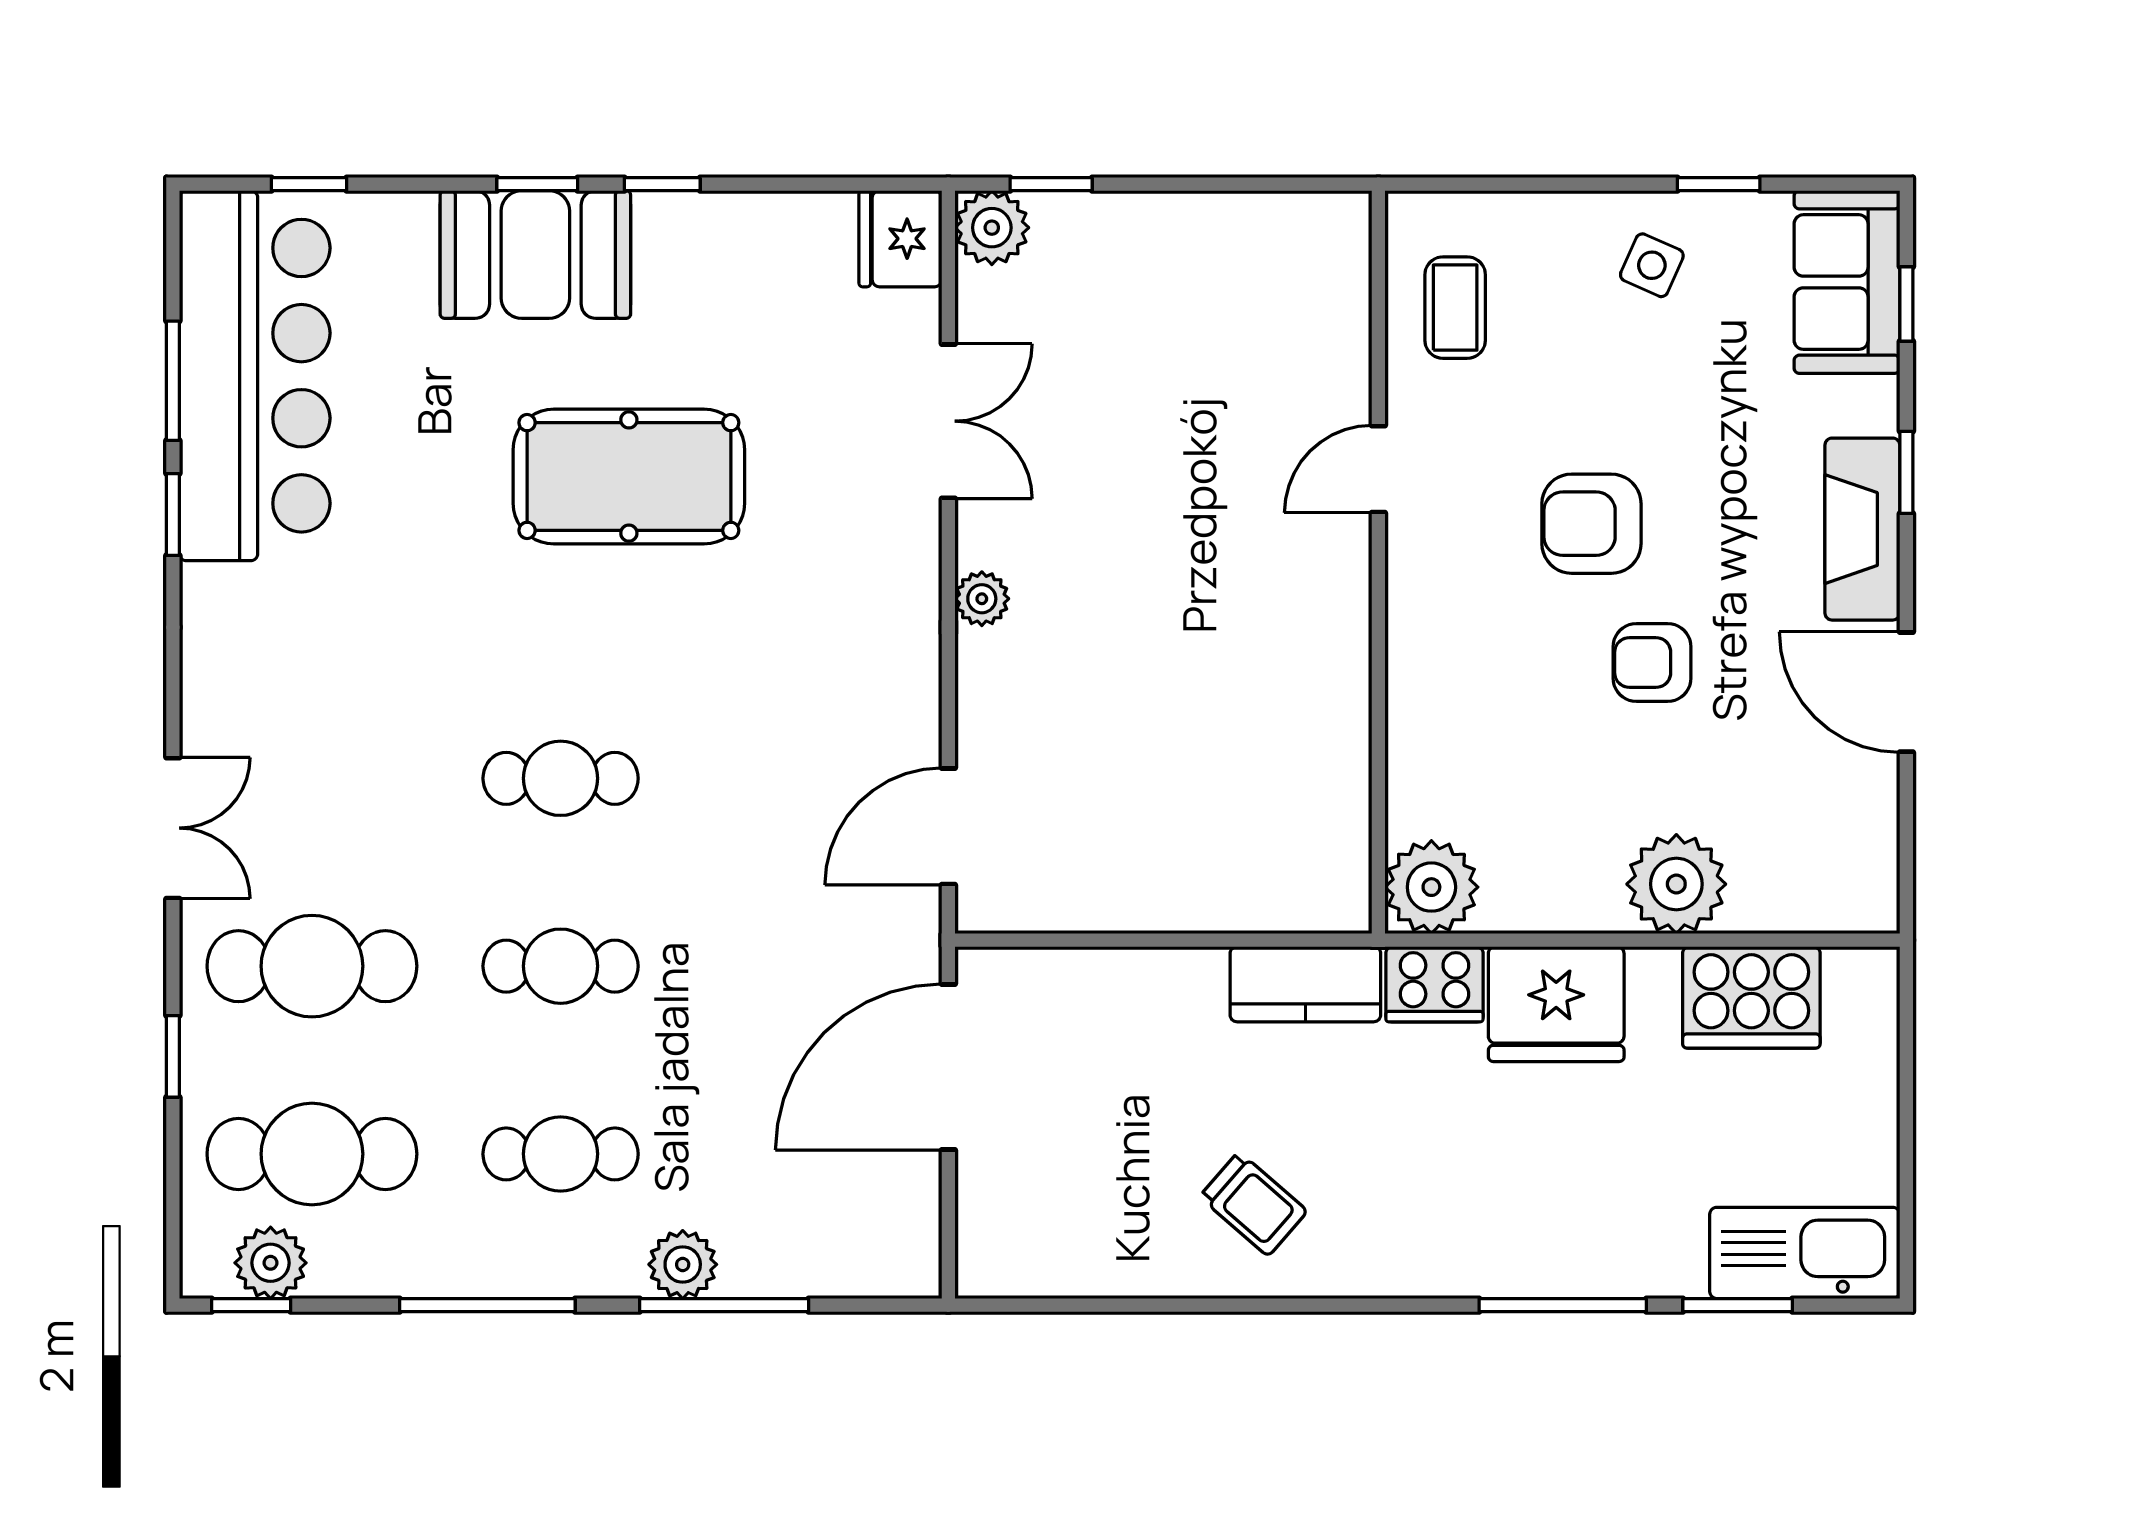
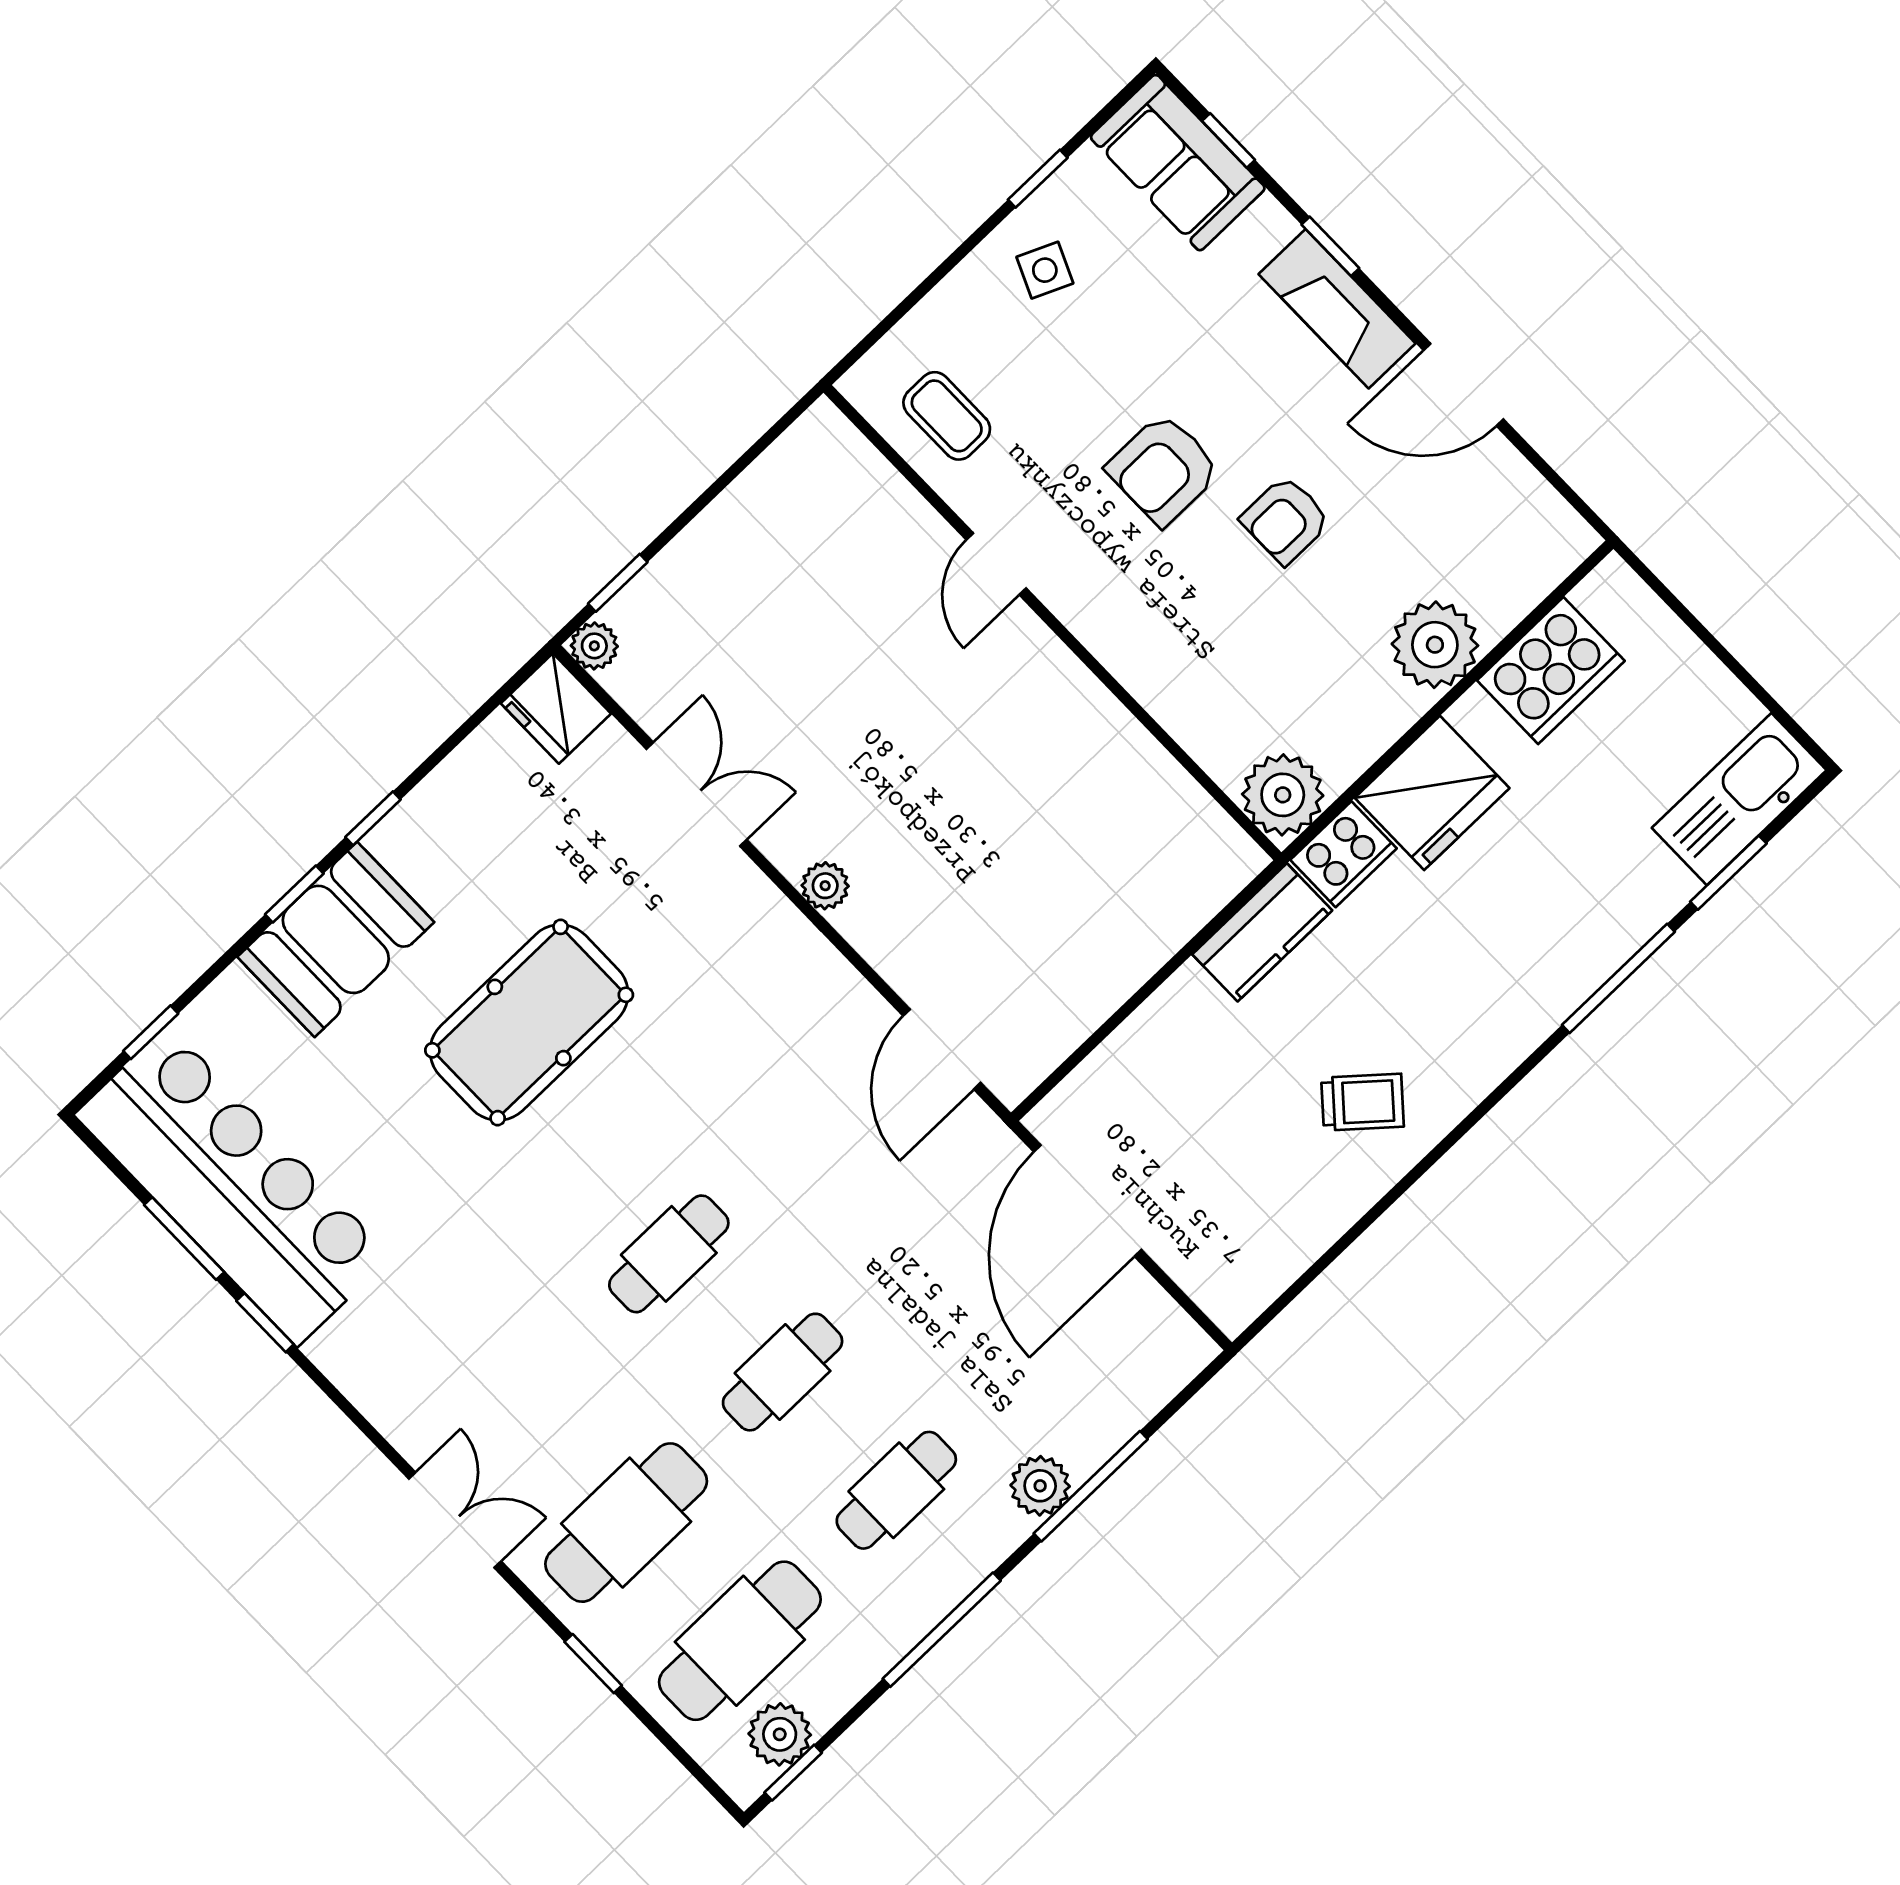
plant: (992, 228) -> (594, 646), width x0.73, depth x0.73

